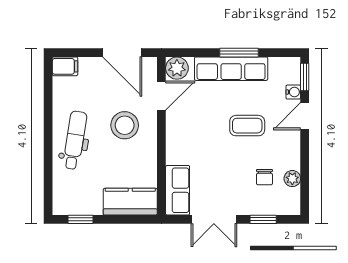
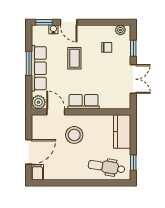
door: (122, 53) -> (29, 152), moved
dental chair: (75, 140) -> (107, 167), moved
plant: (292, 179) -> (120, 30), moved
row of seats: (178, 190) -> (83, 102), moved

